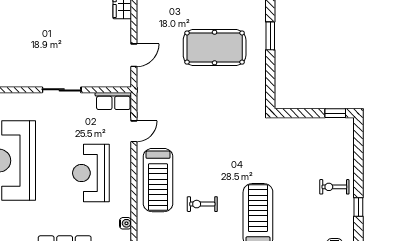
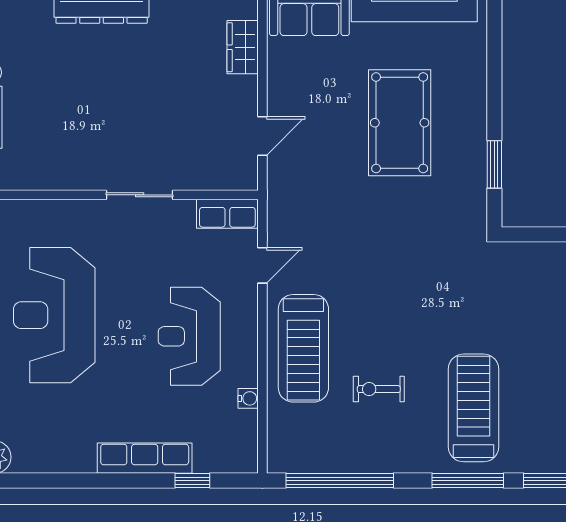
window: (270, 36) -> (494, 164), moved
pool table: (215, 48) -> (400, 123), turned 90
water cooler: (126, 223) -> (248, 398), moved

